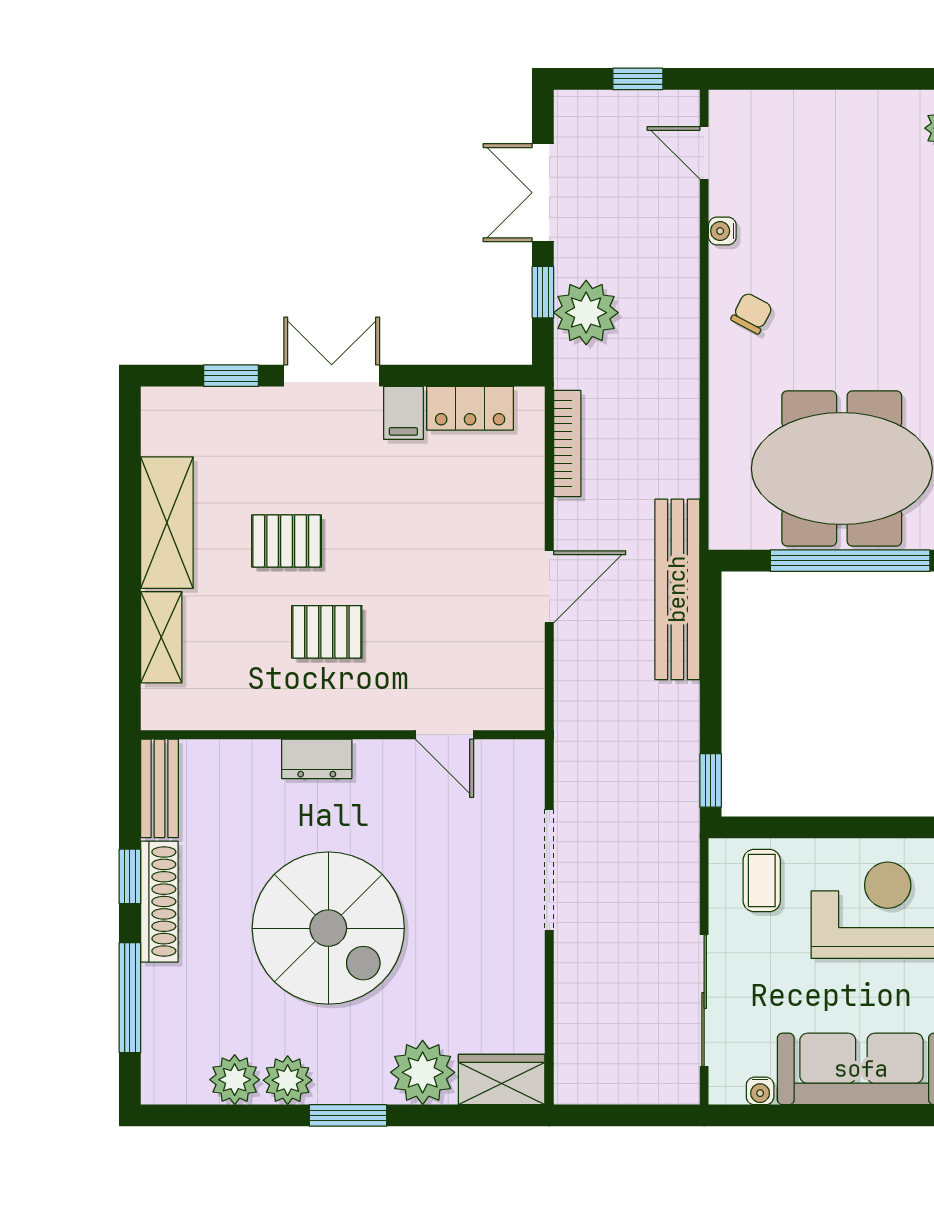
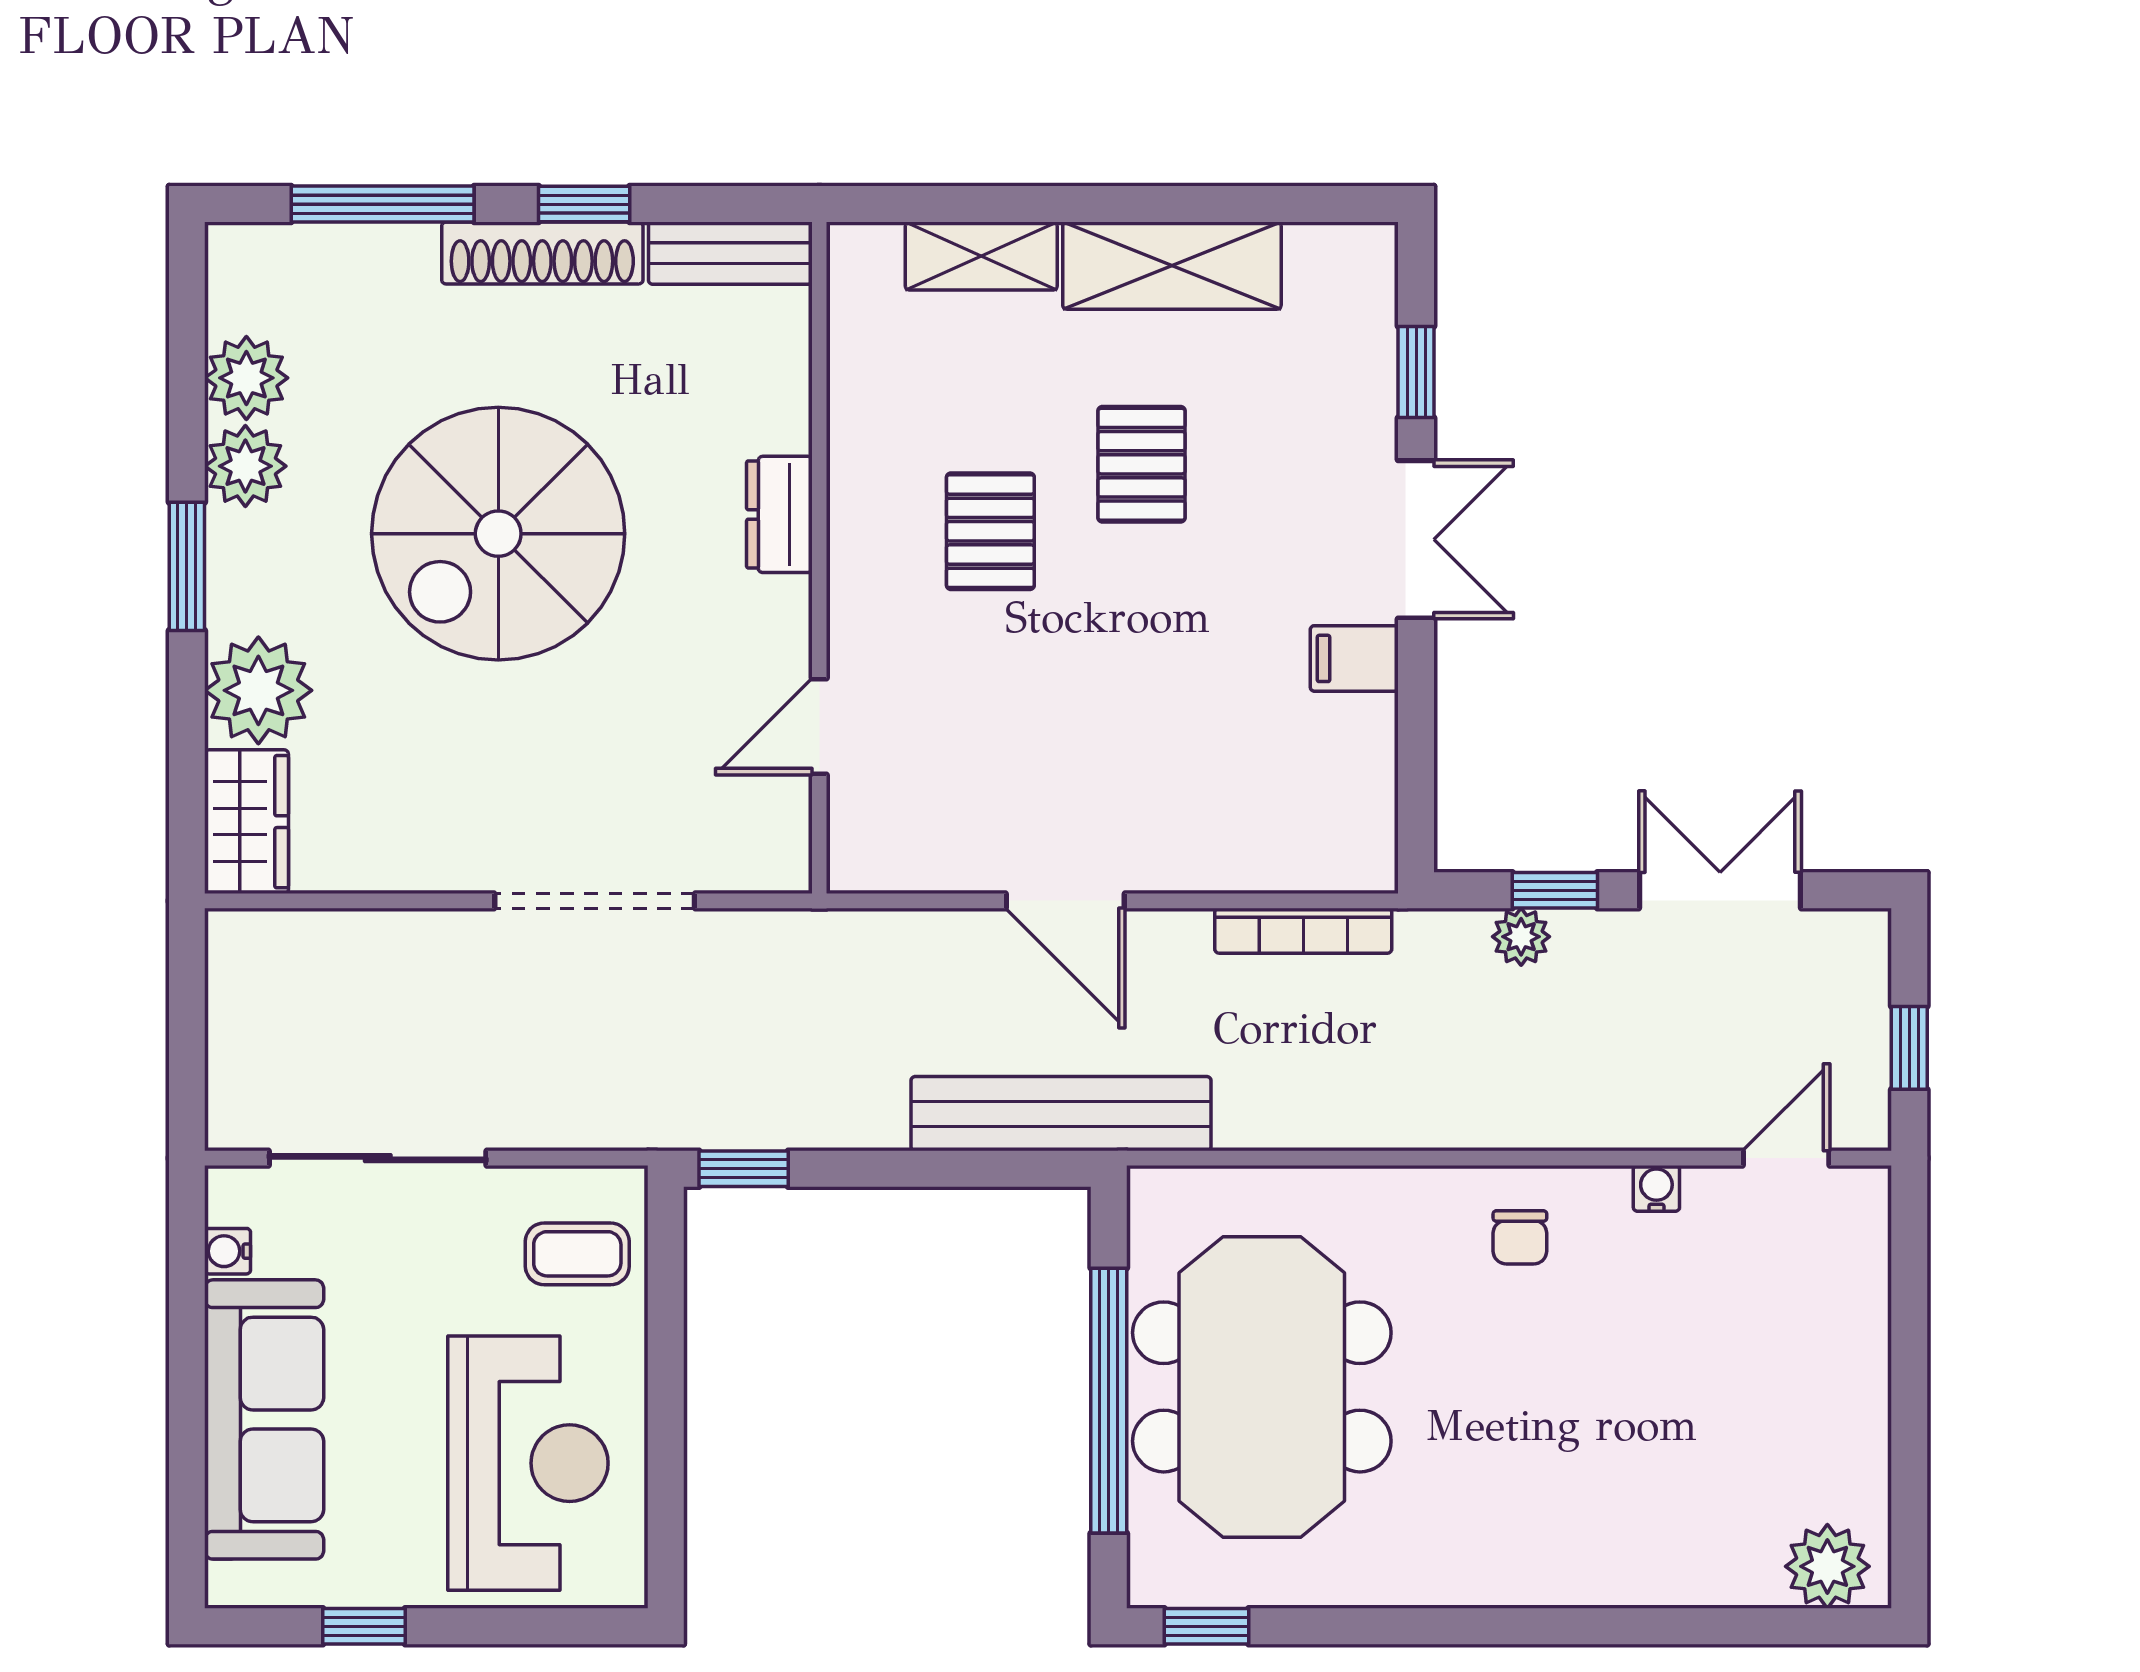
plant: (586, 313) -> (1521, 937), width x0.53, depth x0.53
chair: (752, 313) -> (1520, 1237), turned 62
locker: (470, 408) -> (1362, 769), removed

